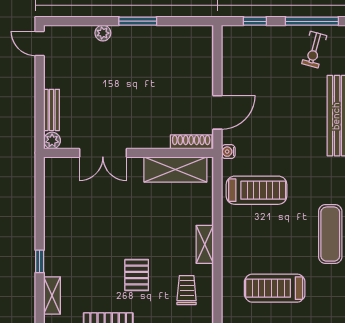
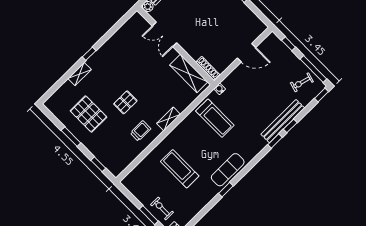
door: (217, 112) -> (246, 53), moved

